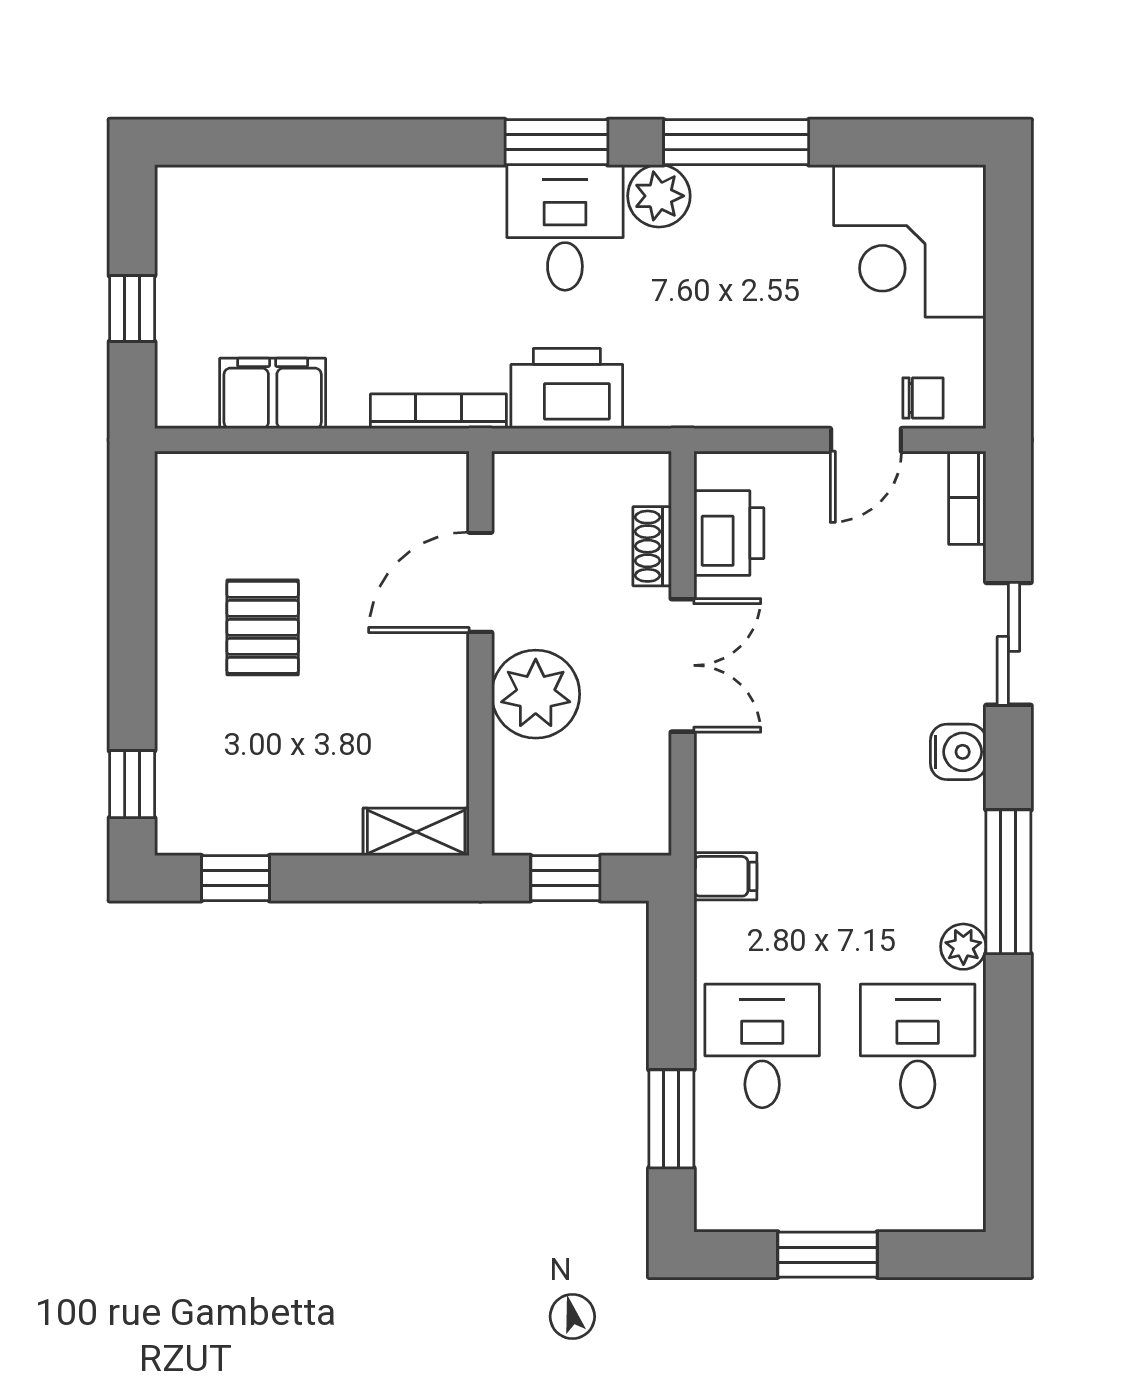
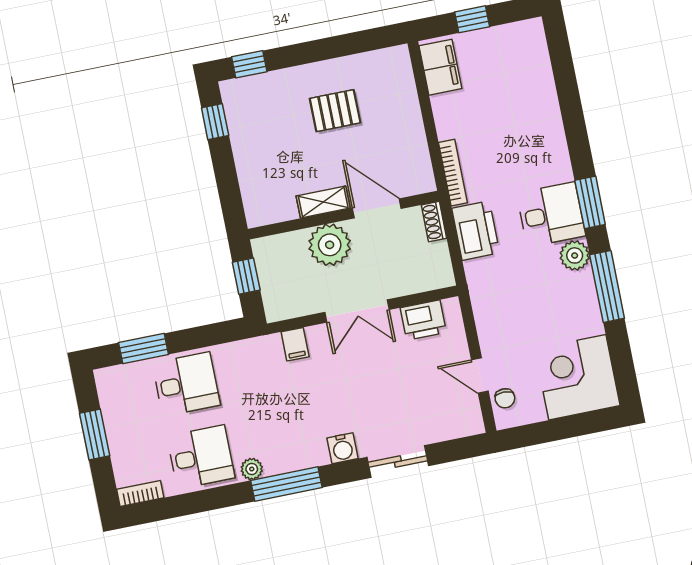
filing cabinet: (273, 393) -> (440, 67), moved
bookcase: (967, 498) -> (140, 493), moved
shoe rack: (652, 546) -> (434, 222), moved, turned -90
shelving: (416, 832) -> (323, 202), moved, turned 90
filing cabinet: (725, 876) -> (295, 344), moved

